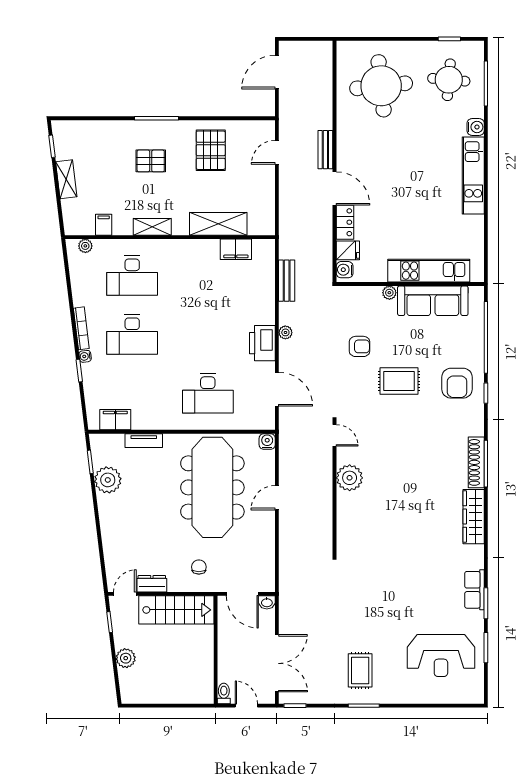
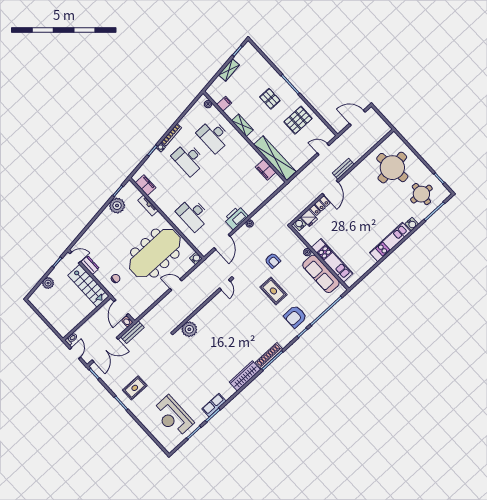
shelving: (218, 224) -> (275, 158), width x1.47
bench: (287, 281) -> (132, 332), moved
plant: (350, 478) -> (189, 329), moved

